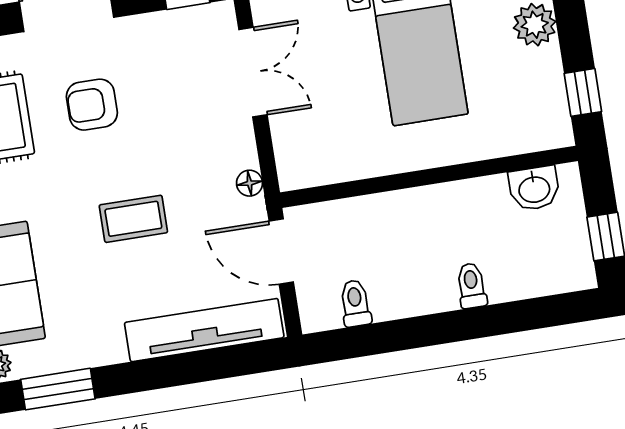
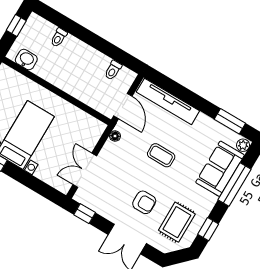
toilet: (472, 286) -> (59, 38), moved

